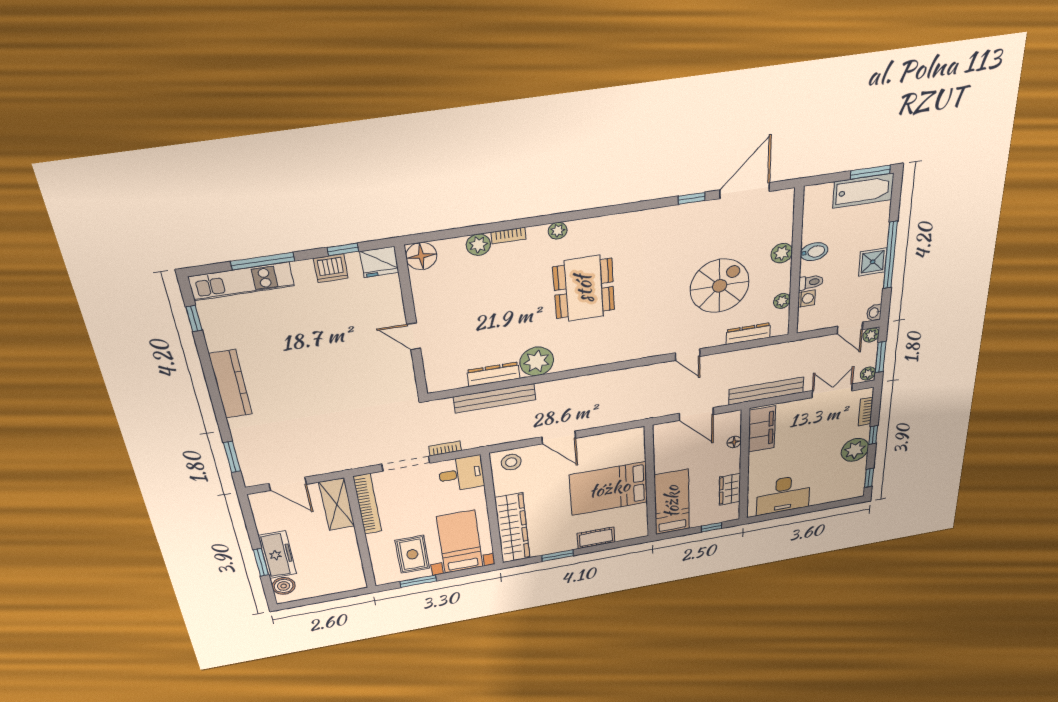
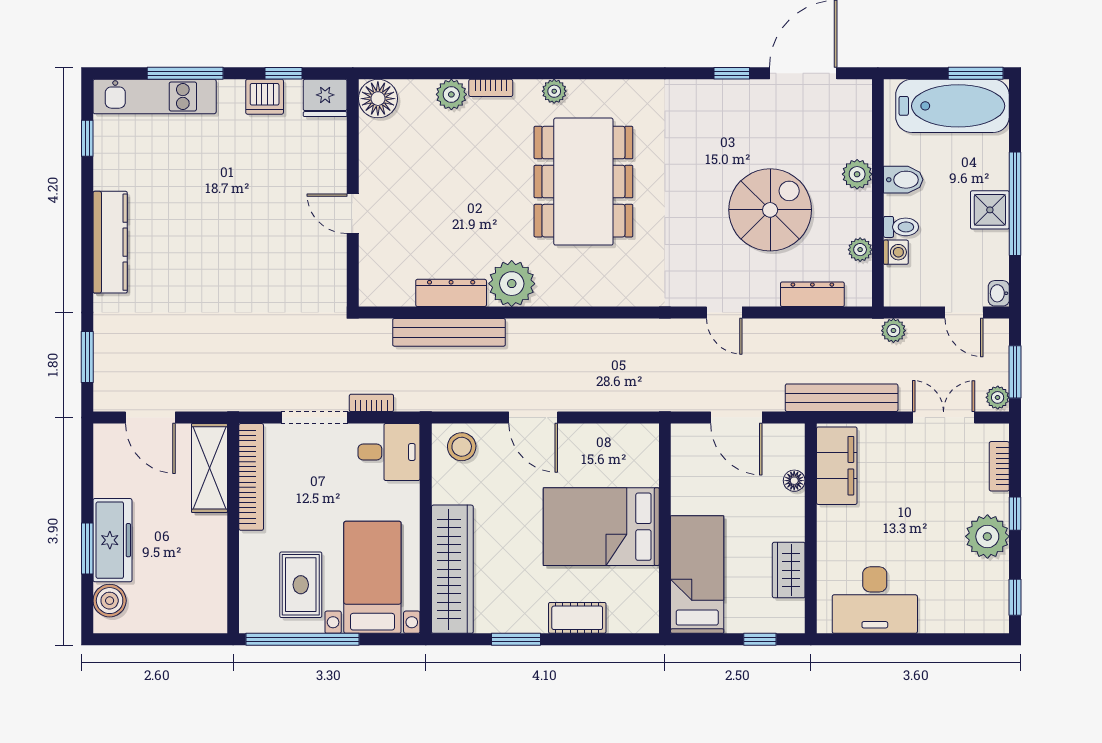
bathtub: (863, 191) -> (952, 106), width x1.36, depth x1.36
dining table: (584, 289) -> (583, 182), width x1.36, depth x1.24
plant: (871, 335) -> (893, 331), moved
window: (418, 581) -> (303, 639), width x2.11

